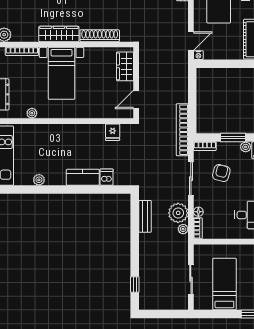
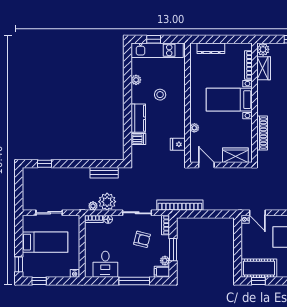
wardrobe: (59, 34) -> (264, 68), moved, width x0.67
plant: (32, 113) -> (194, 128), moved
stool: (56, 152) -> (160, 95), added

